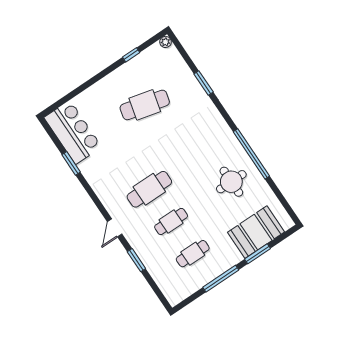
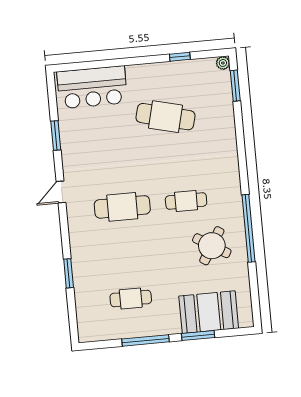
window: (204, 83) -> (235, 86), moved
bar counter: (73, 132) -> (92, 87), moved, turned 90
round table: (231, 182) -> (212, 246), turned 31
cafe table: (171, 221) -> (186, 201), moved
door: (115, 228) -> (61, 192), moved

